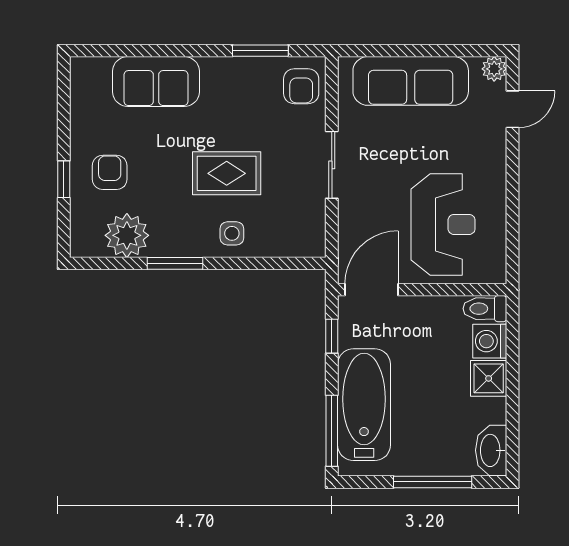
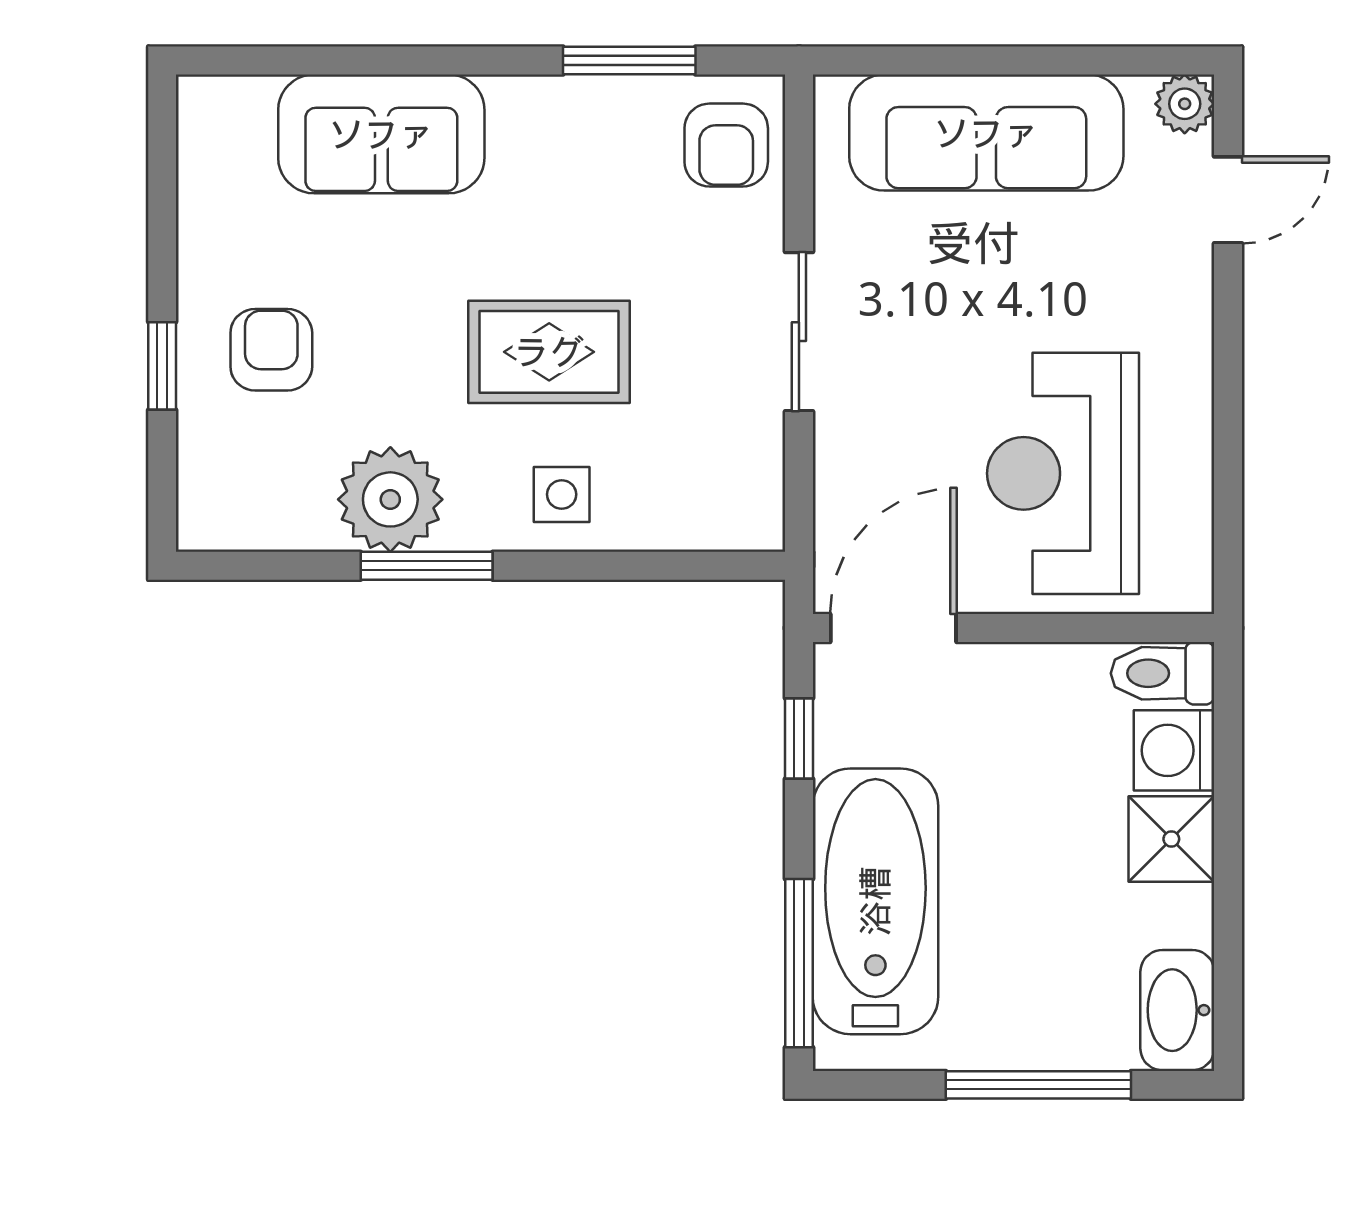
reception desk: (443, 224) -> (1063, 473), turned 180
plant: (127, 235) -> (390, 499), moved

